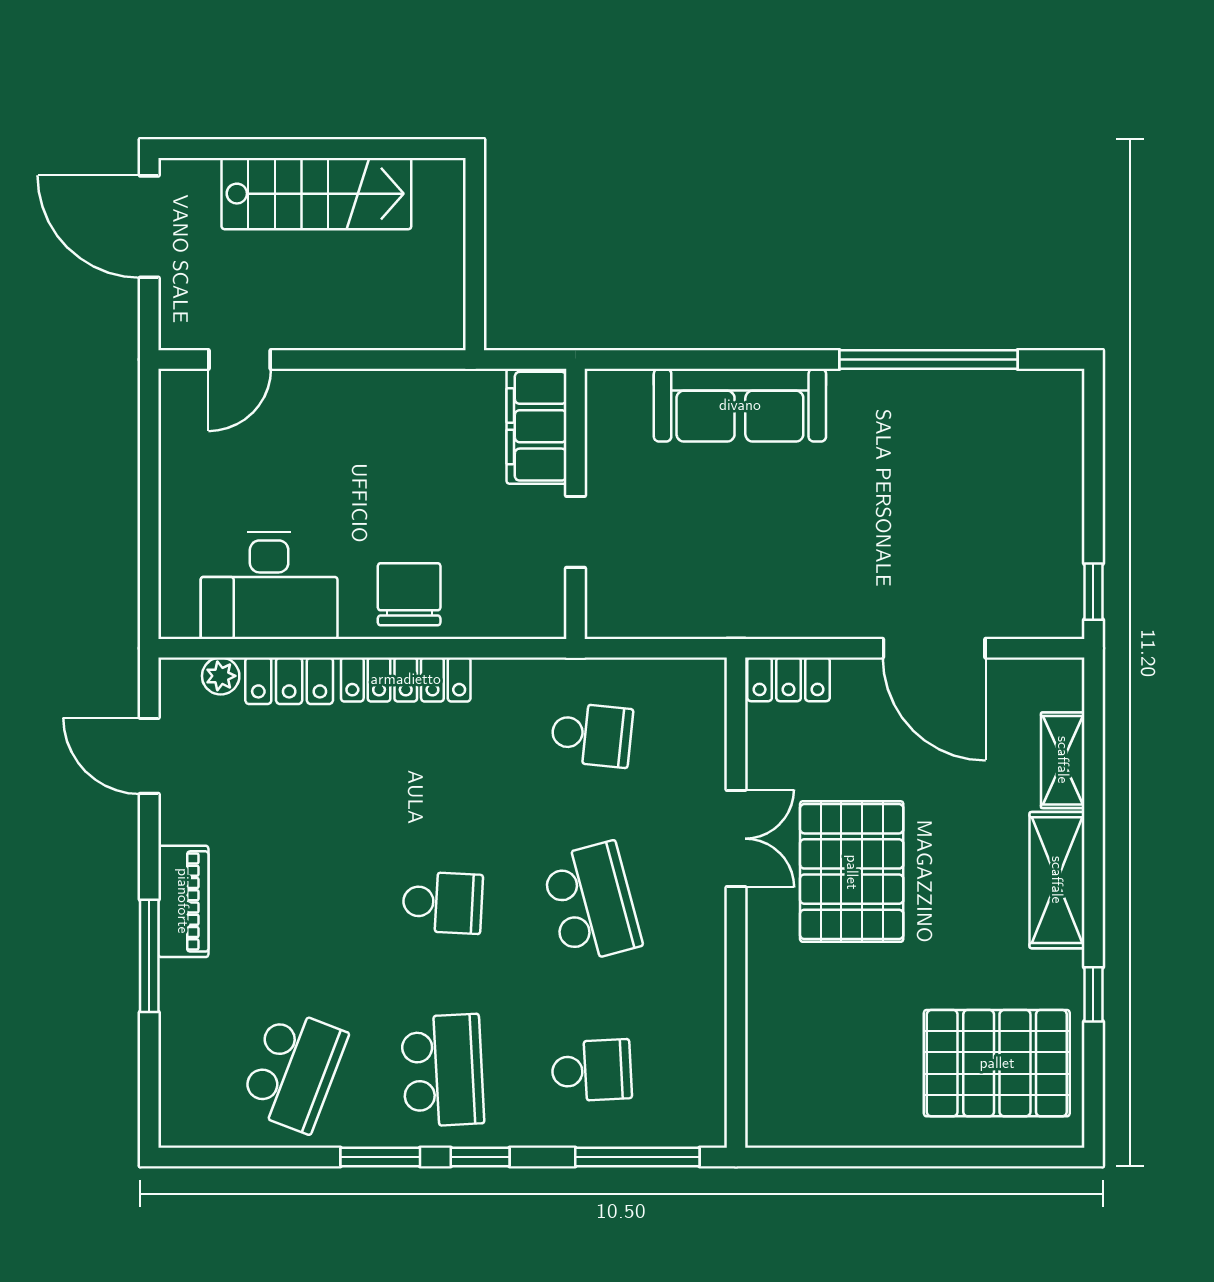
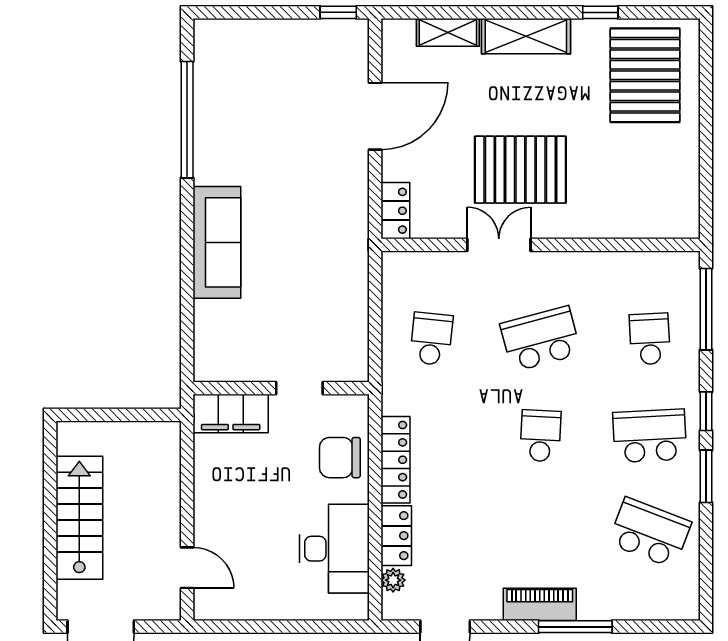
filing cabinet: (536, 426) -> (231, 413), moved
wall: (576, 504) -> (281, 388), moved
doorway: (576, 532) -> (299, 388), moved

